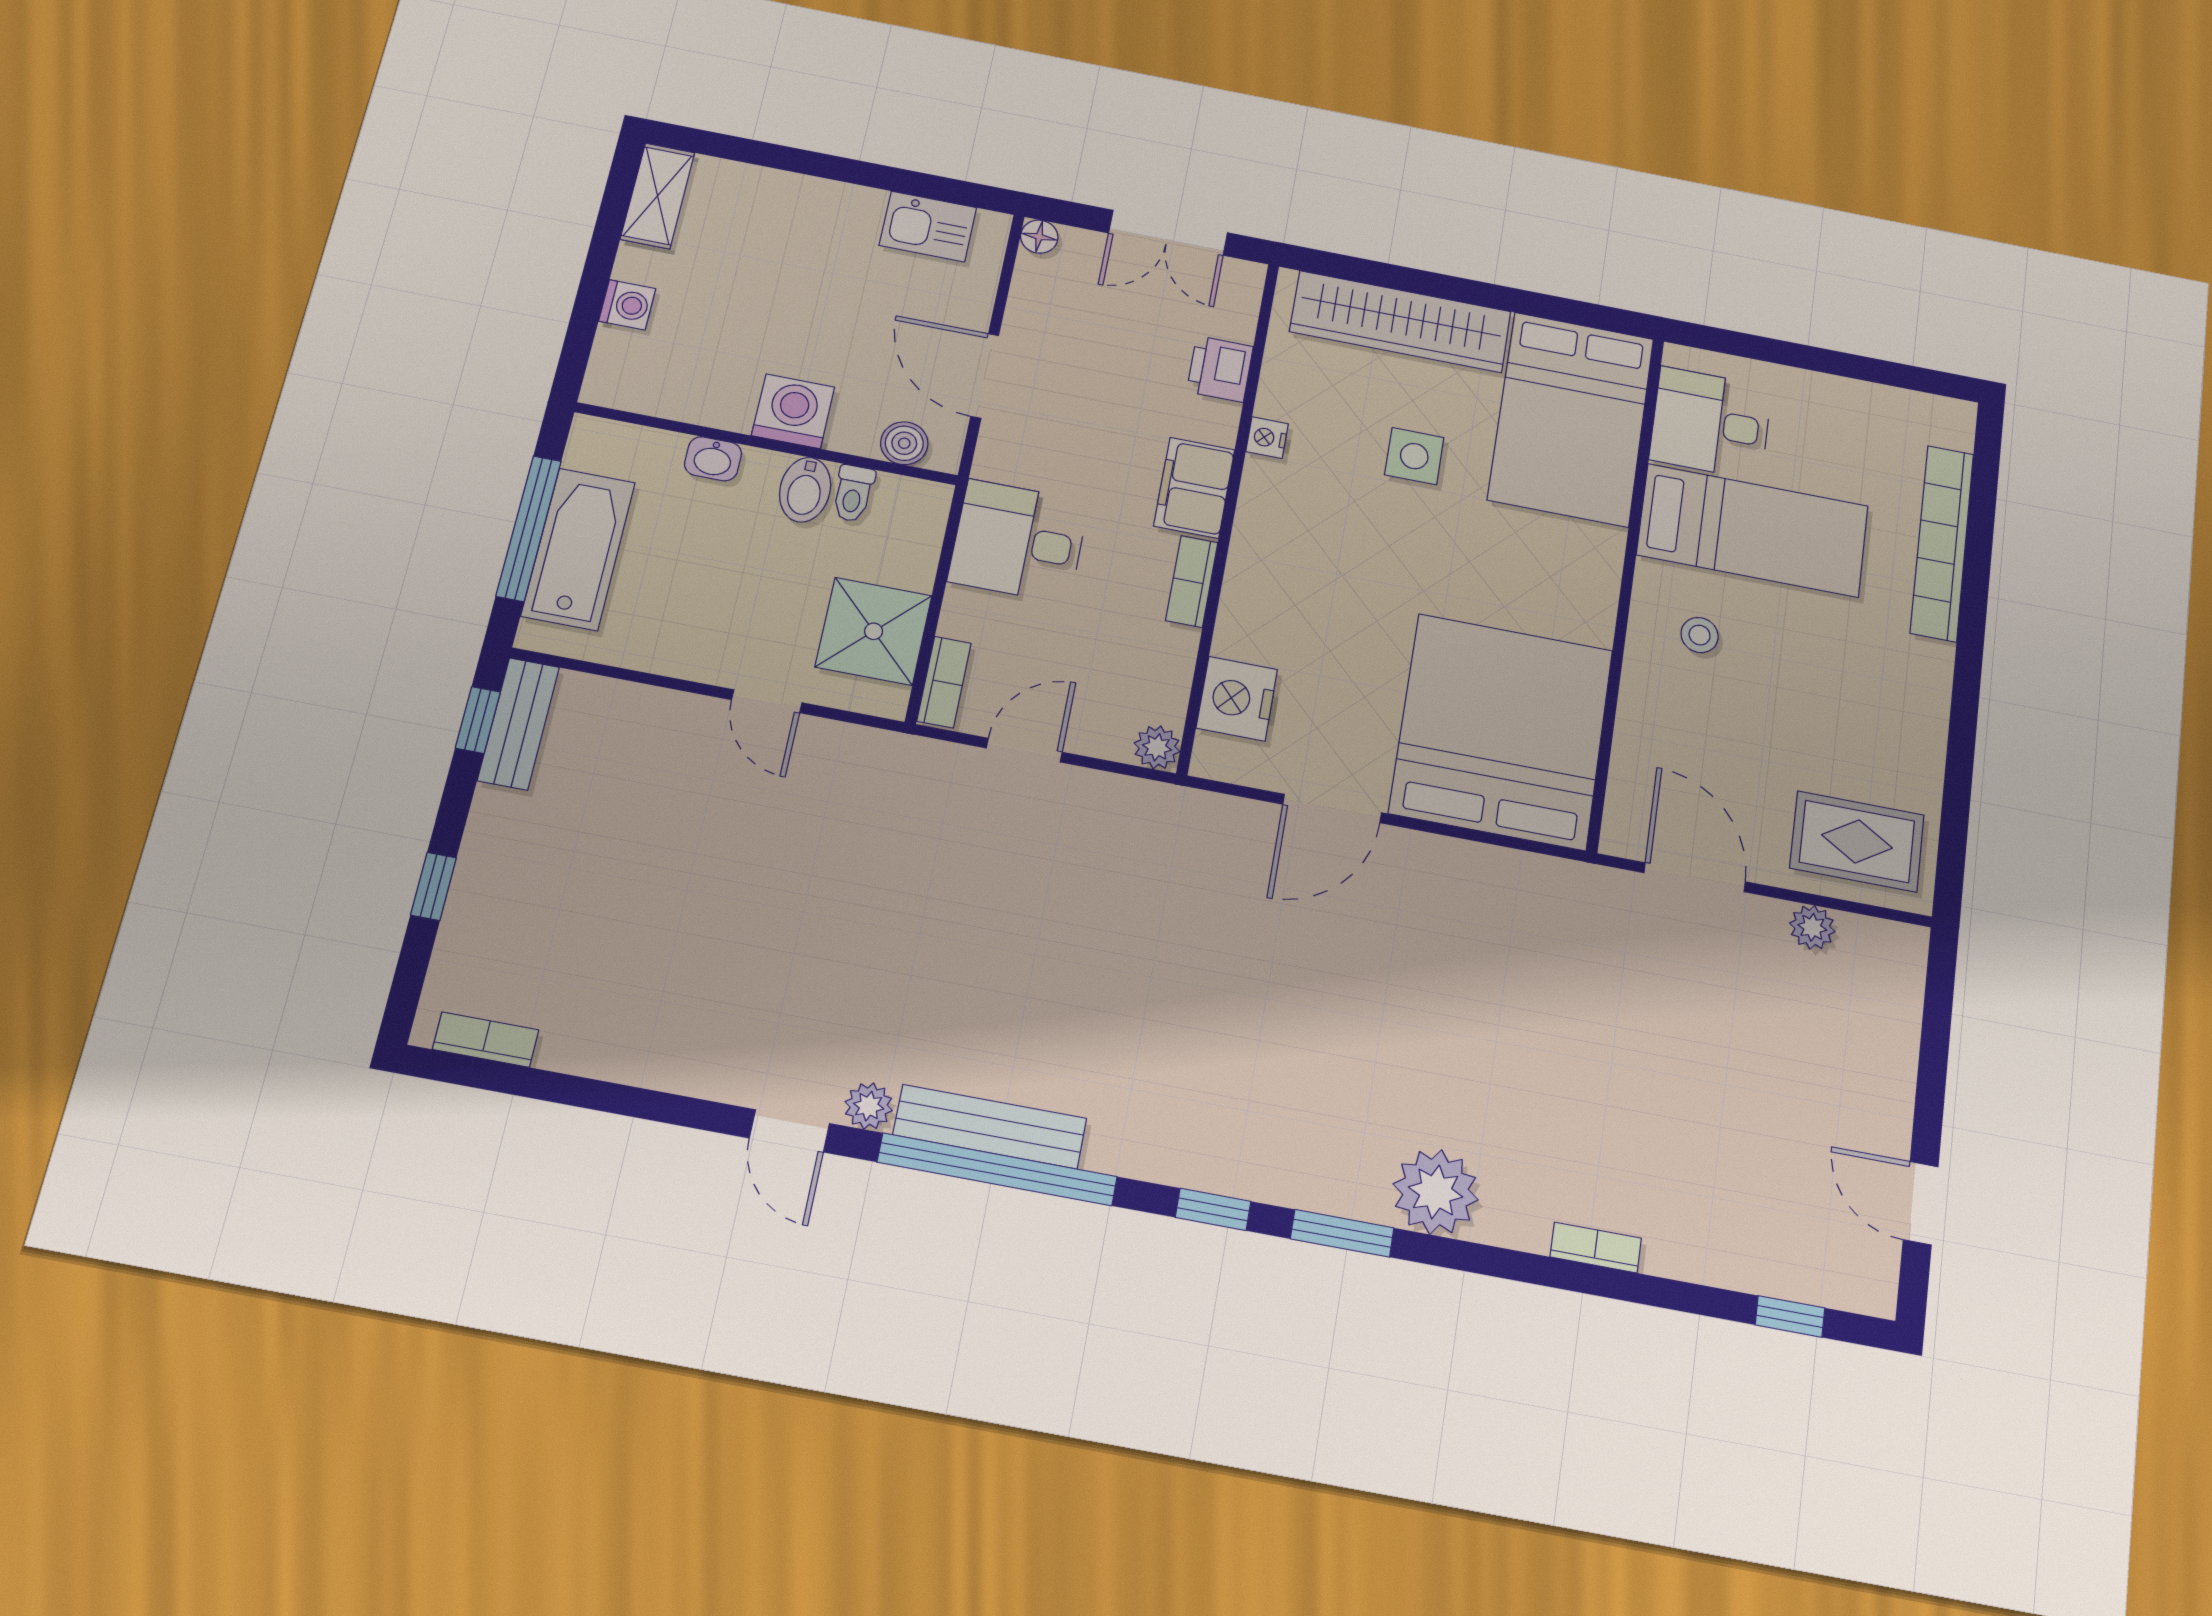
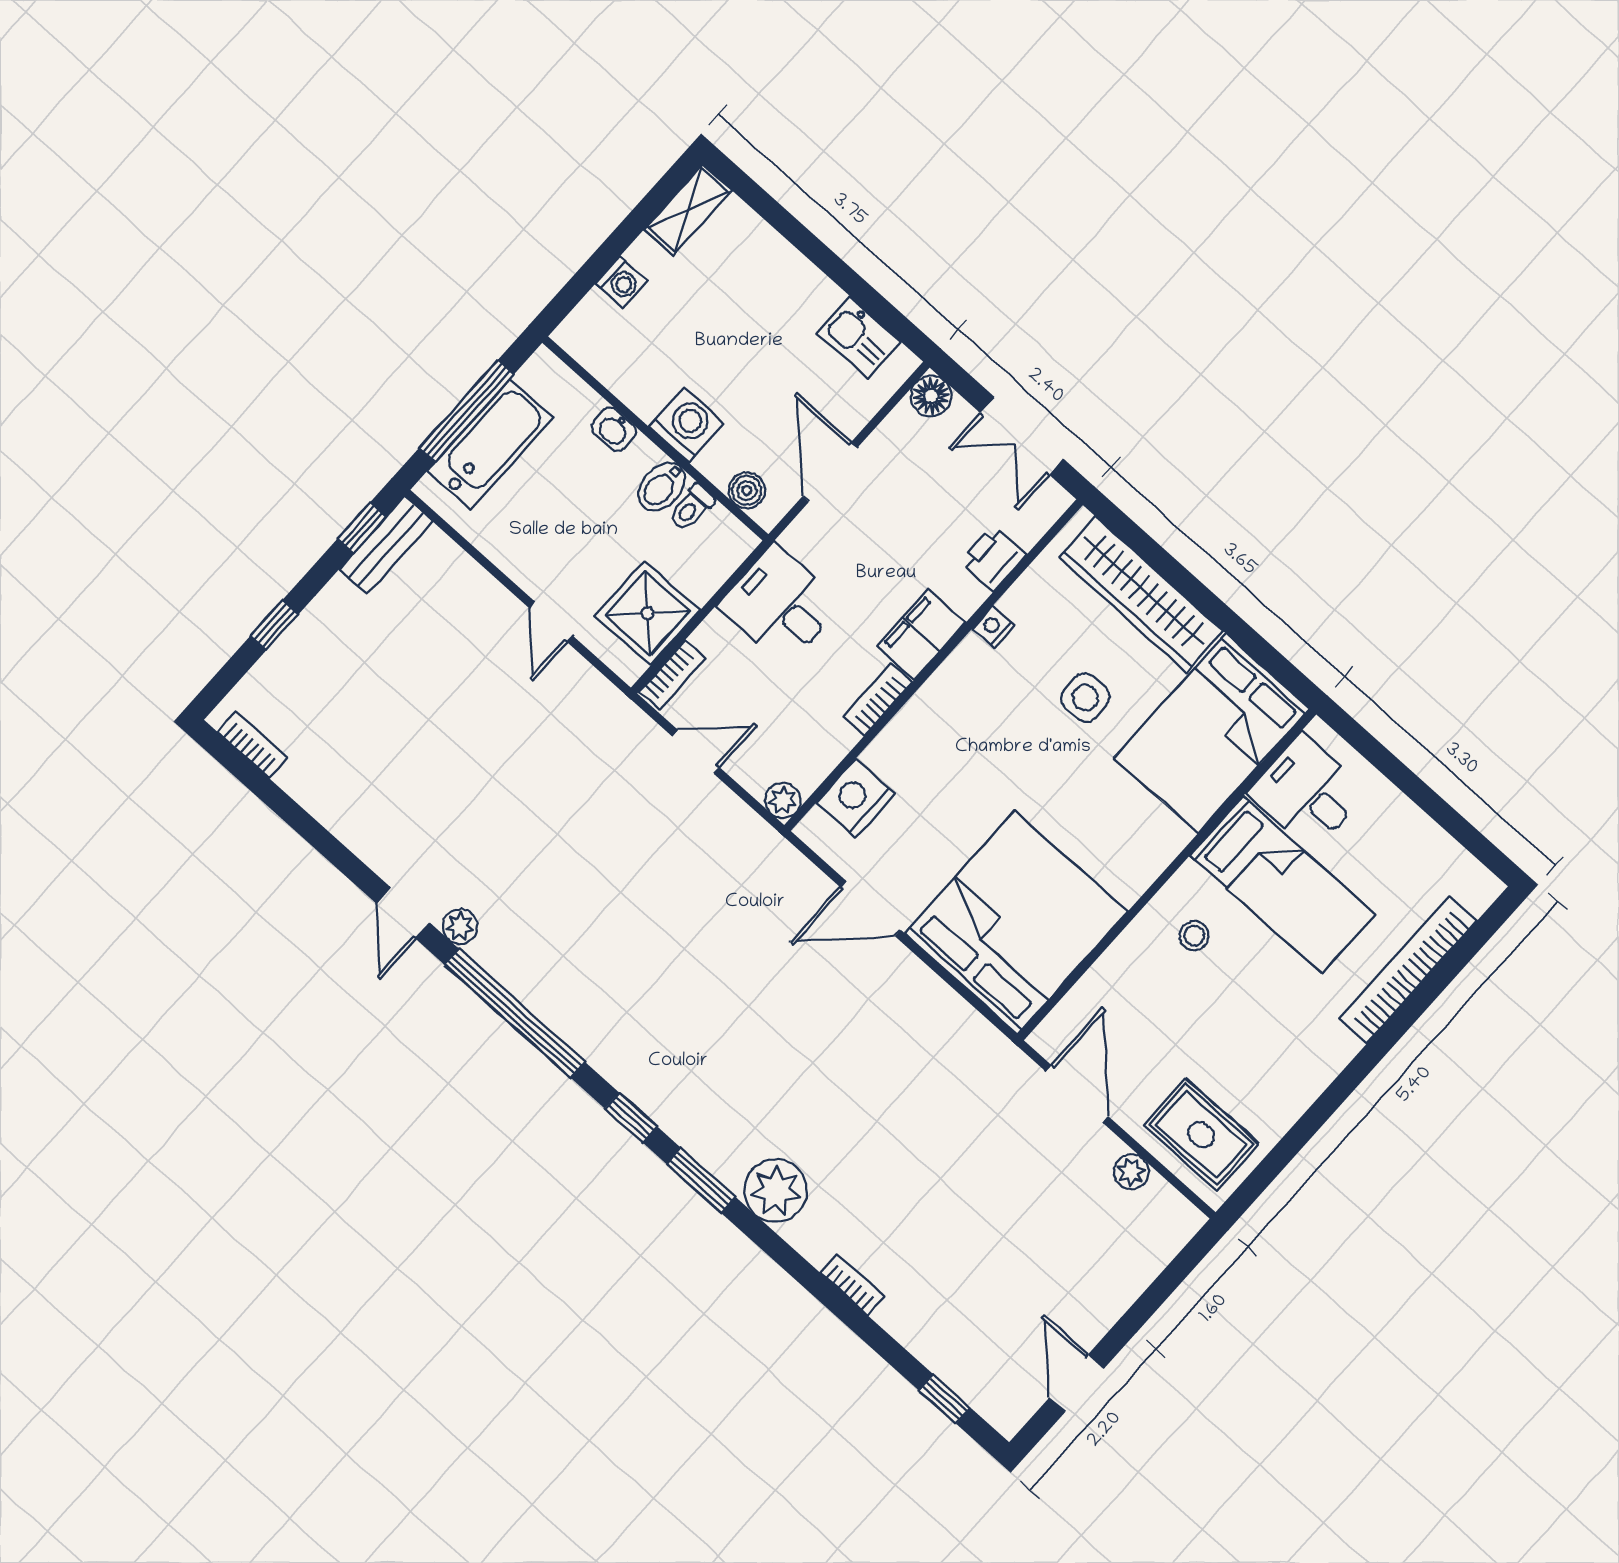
floor lamp: (1039, 237) -> (931, 396), width x1.37, depth x1.37
bench: (990, 1127) -> (526, 984), removed

